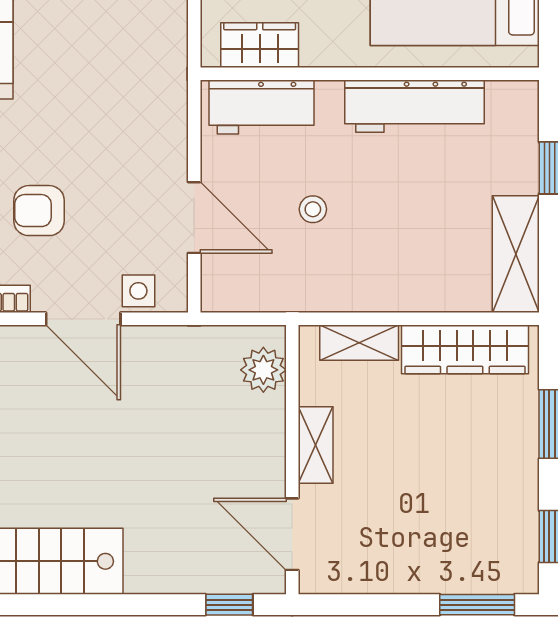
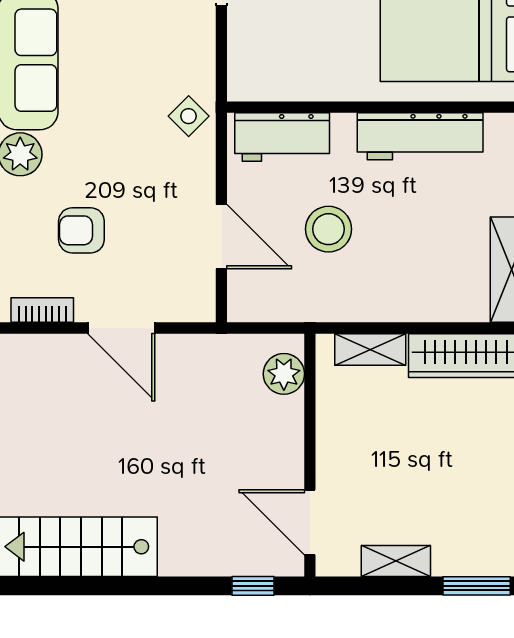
wardrobe: (260, 45) -> (280, 81), removed
stool: (313, 209) -> (328, 229), width x1.89, depth x1.89
side table: (138, 291) -> (189, 116), moved, turned 45
shelving: (316, 445) -> (396, 561), moved, turned 90

